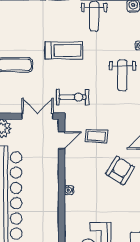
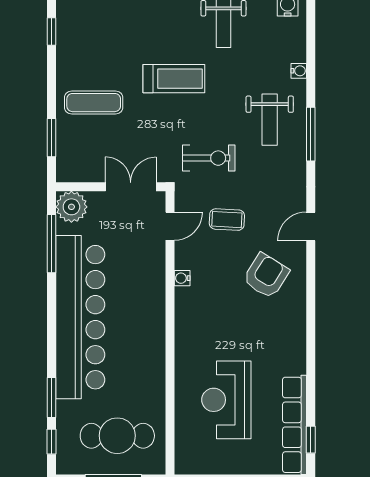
exercise bike: (73, 97) -> (209, 158), moved
water cooler: (69, 190) -> (182, 278), moved

